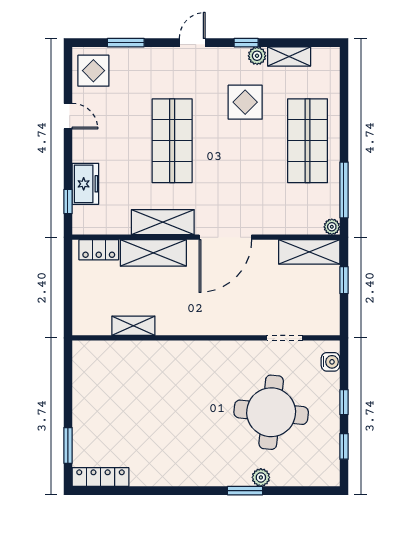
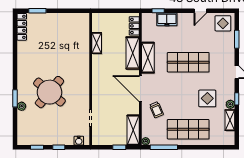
trolley: (268, 205) -> (156, 110), added
round table: (271, 412) -> (49, 92), moved, turned 34

